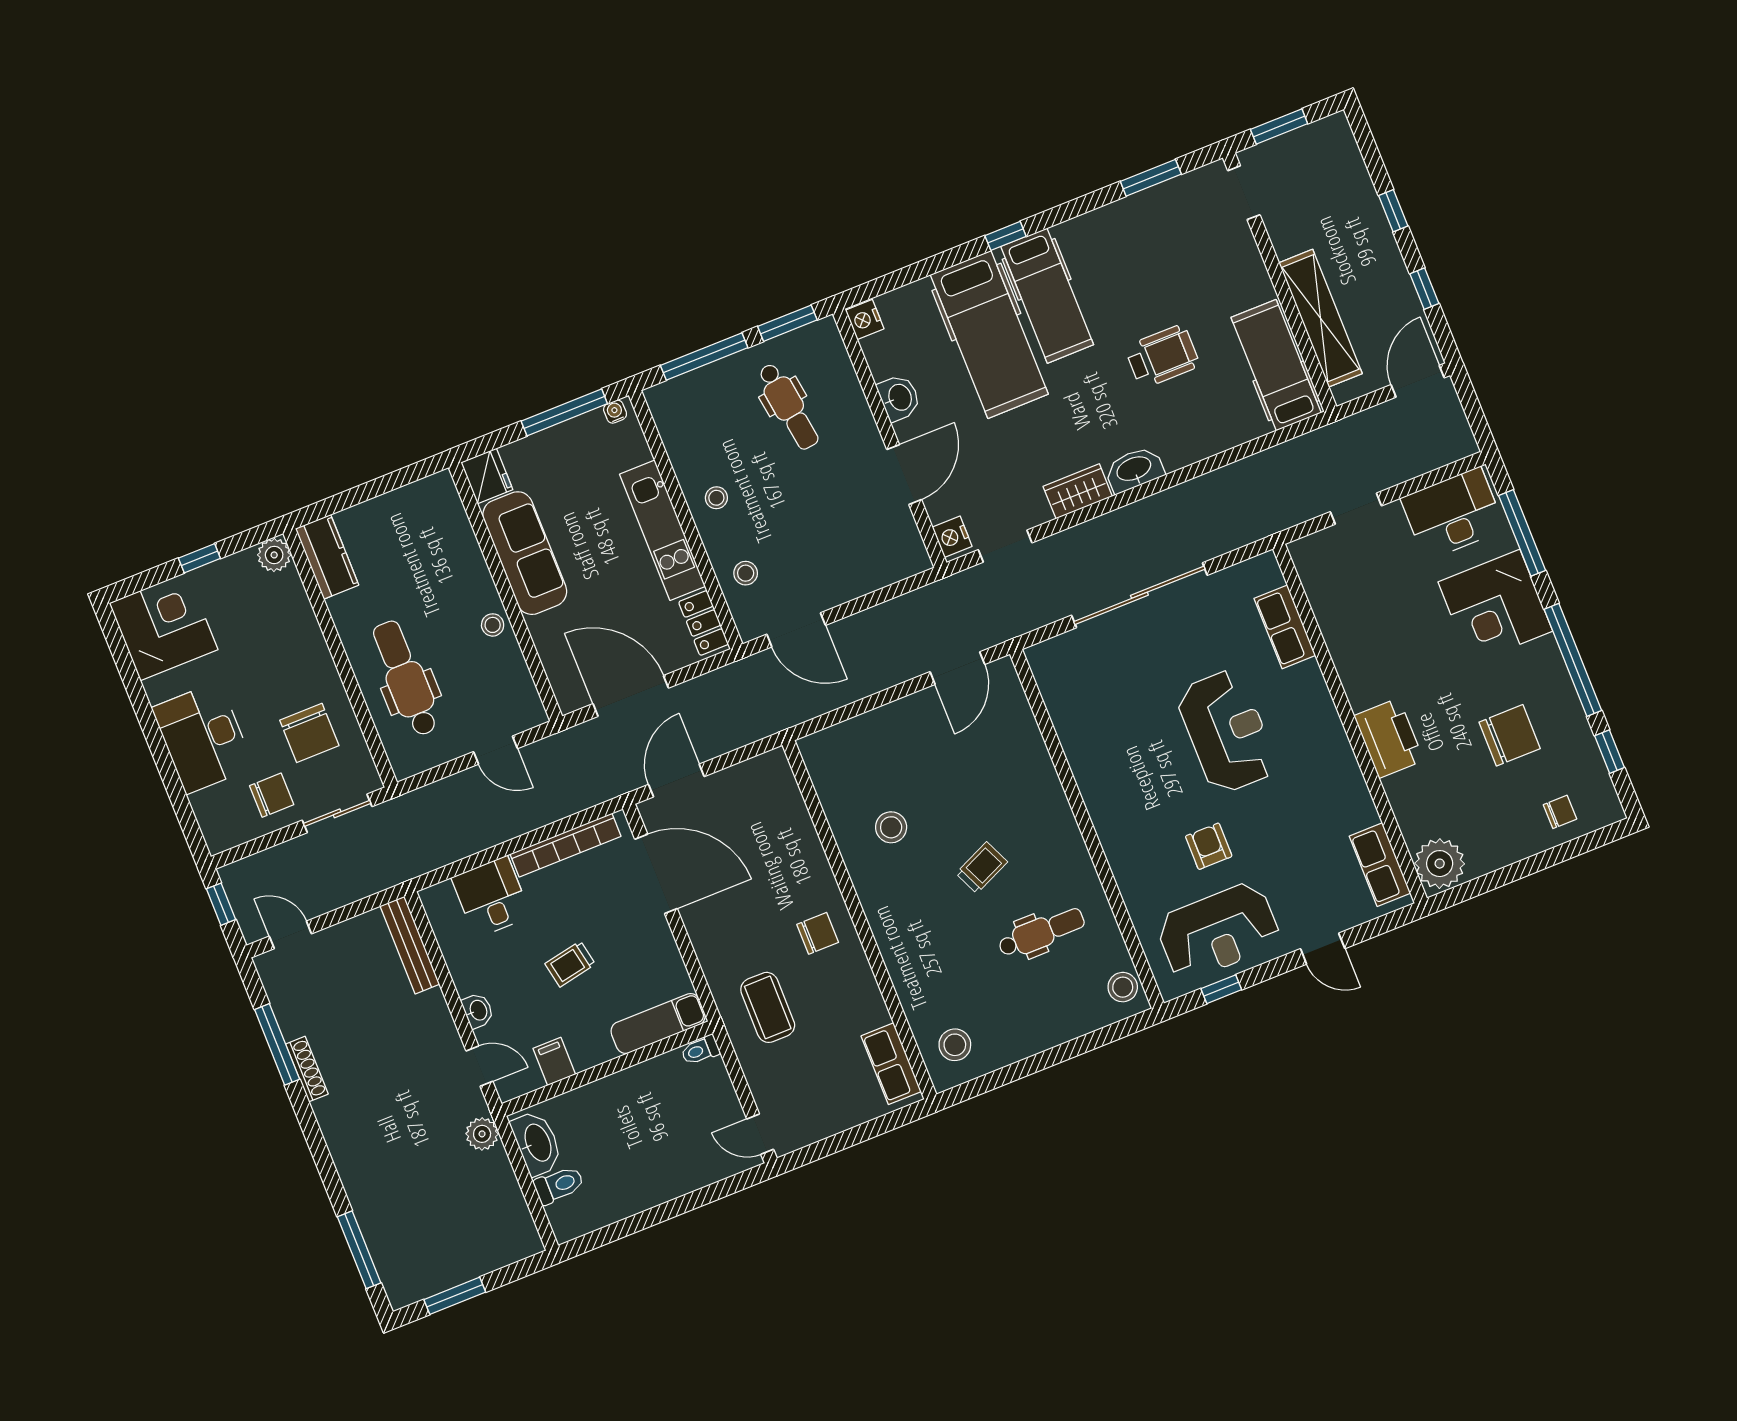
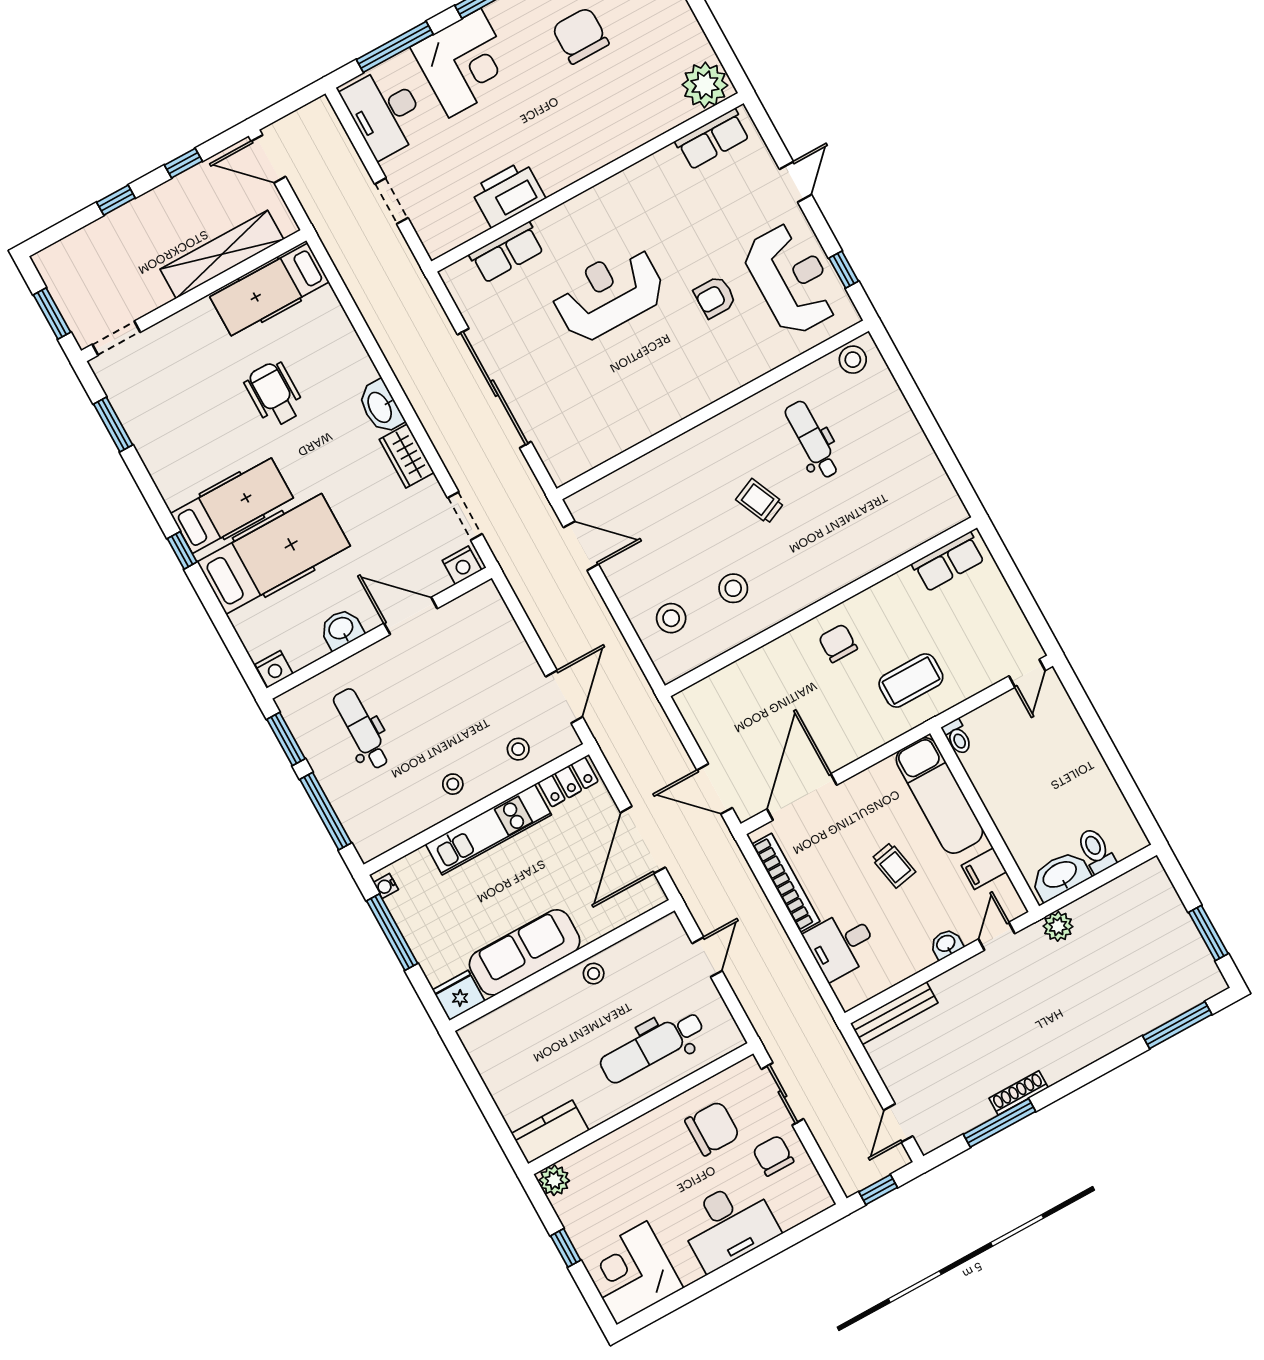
dental chair: (788, 406) -> (362, 729), turned -82
printer: (1389, 738) -> (508, 194), moved
exam couch: (658, 1024) -> (939, 796), width x1.36, depth x1.45
stool: (955, 1045) -> (671, 618), moved

